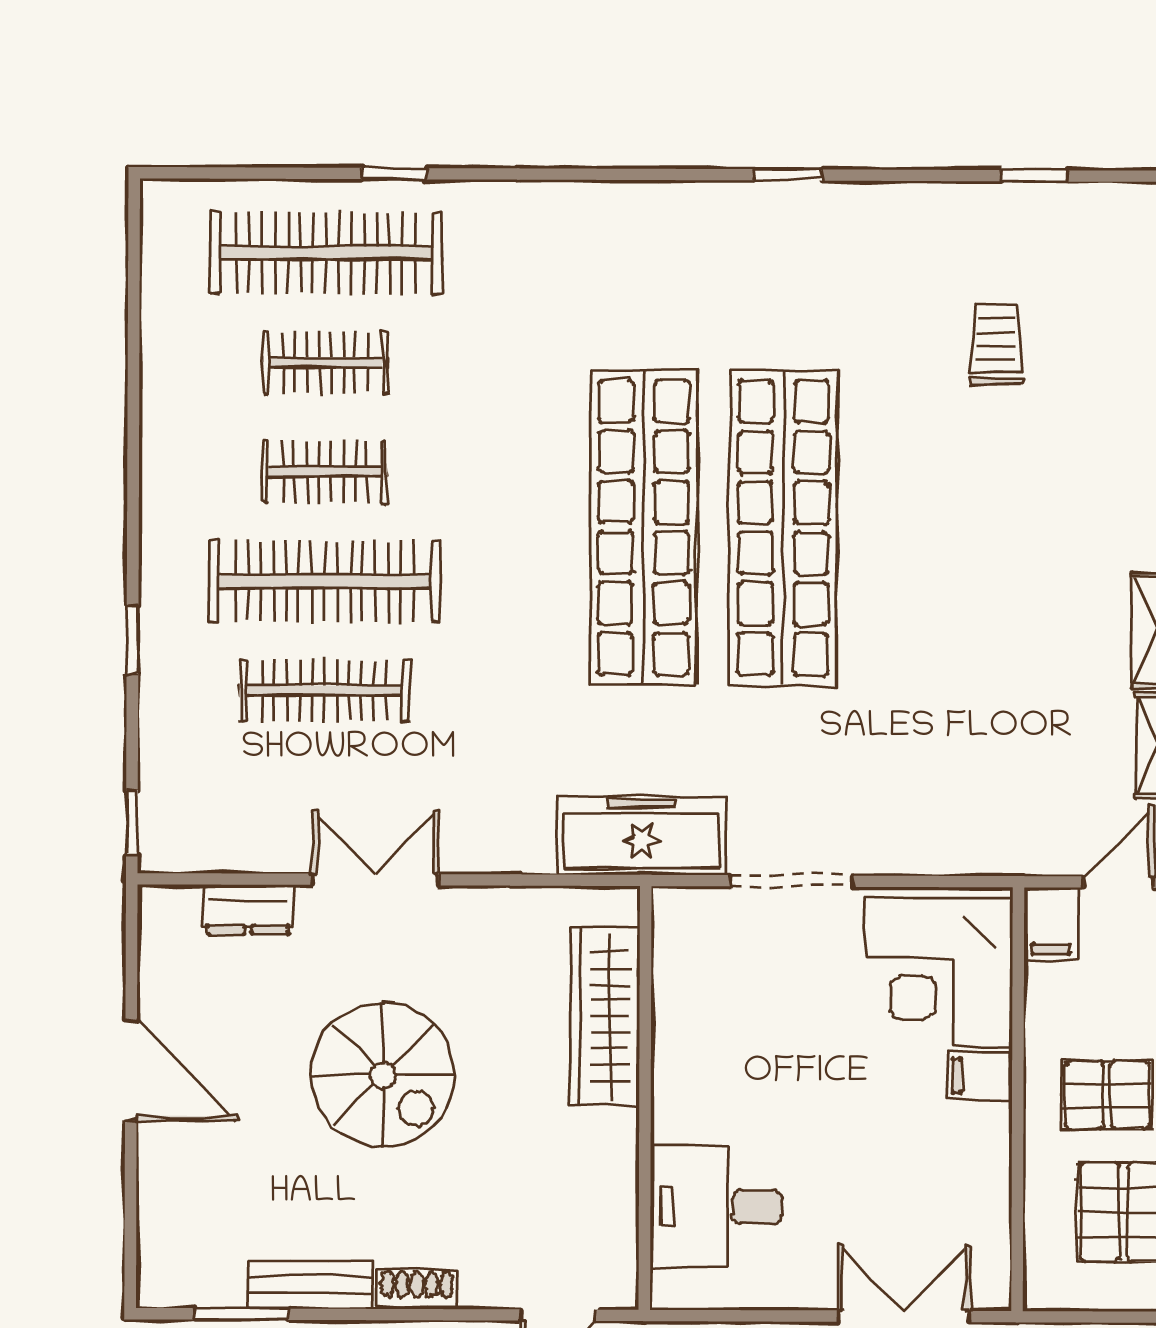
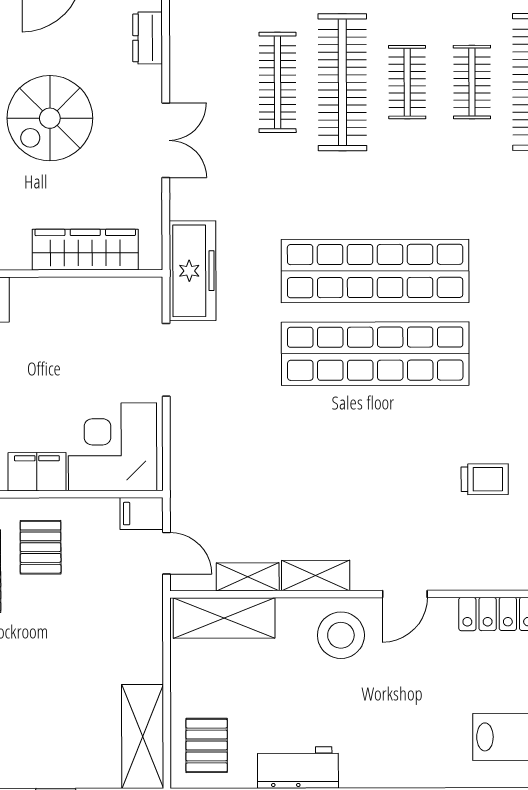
double door: (375, 880) -> (166, 140), moved
filing cabinet: (980, 1076) -> (37, 472), width x2.00

